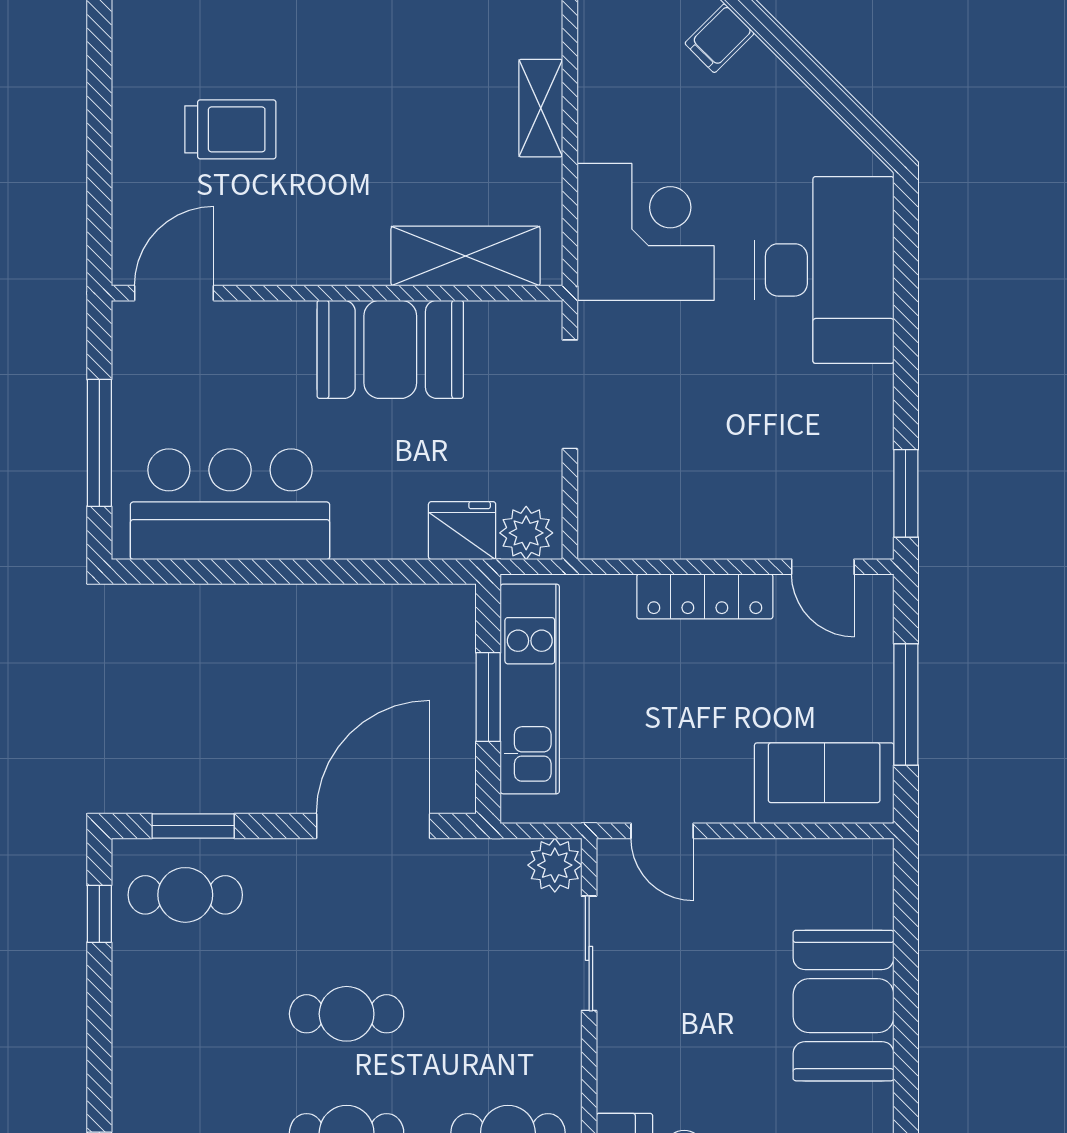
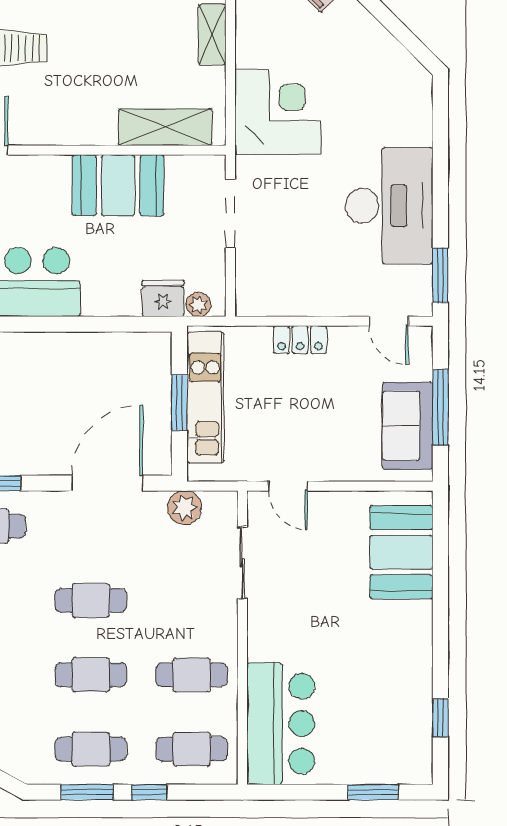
desk: (824, 270) -> (389, 206), moved
plant: (526, 533) -> (198, 305), width x0.73, depth x0.73
locker: (705, 596) -> (300, 340), width x0.66
sofa: (824, 783) -> (408, 426), moved, turned -90
plant: (555, 865) -> (185, 508), moved
booth: (844, 1006) -> (401, 552), moved

